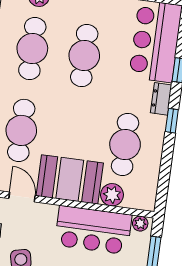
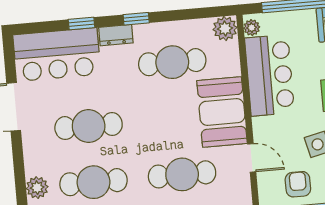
plant: (112, 195) -> (225, 28), moved
door: (22, 197) -> (252, 158), swing flipped

